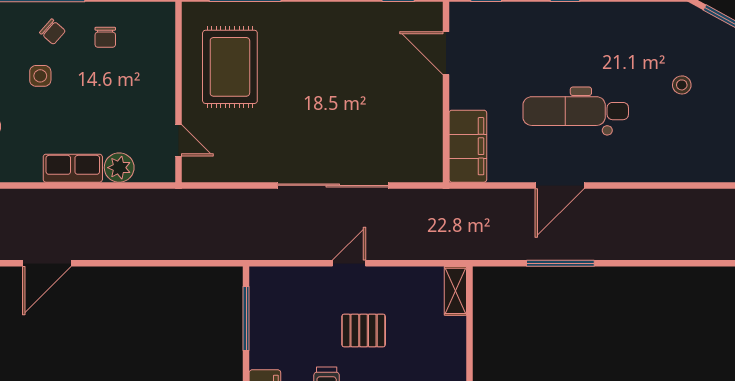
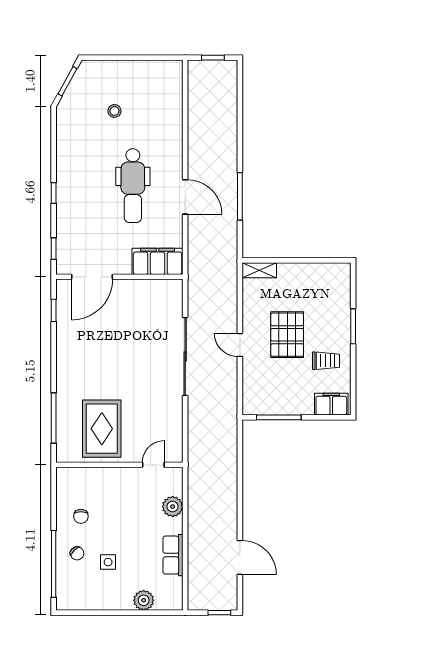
chair: (53, 32) -> (77, 553), turned 96
chair: (105, 37) -> (81, 516), turned 90
door: (446, 53) -> (92, 277), width x1.36
rug: (230, 67) -> (102, 429), turned 90
row of seats: (73, 168) -> (173, 555), moved
pallet: (364, 330) -> (287, 335), width x1.50, depth x1.42

